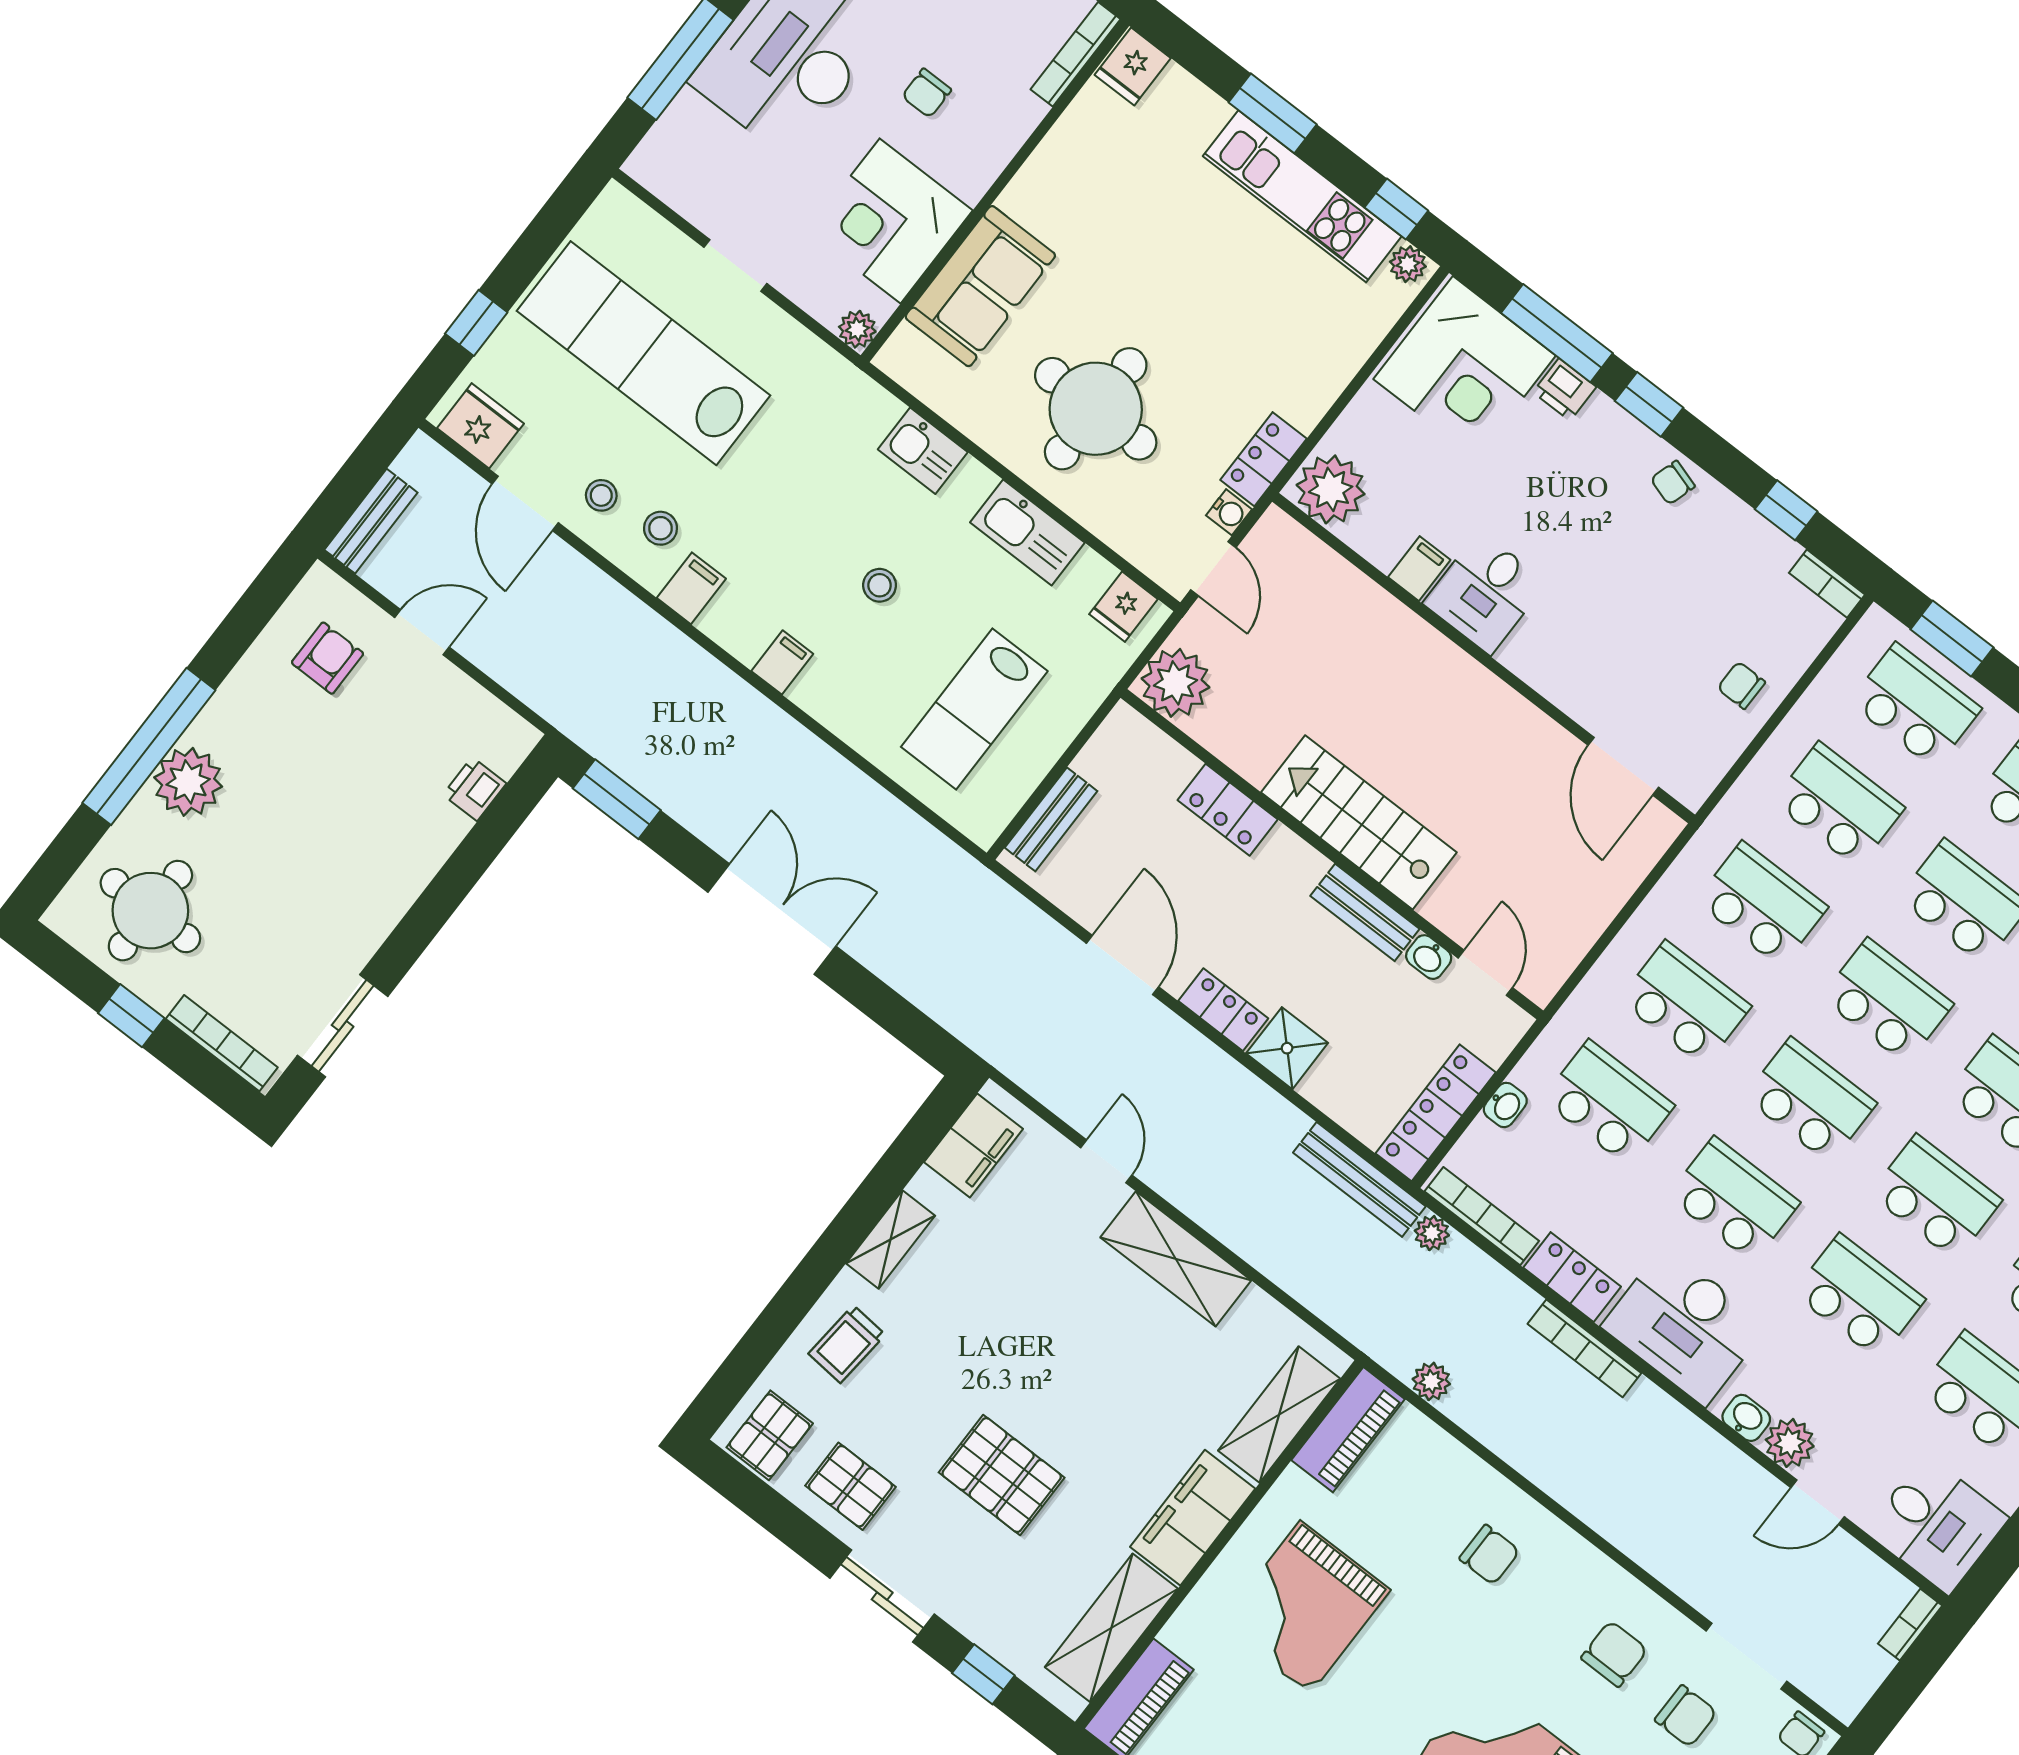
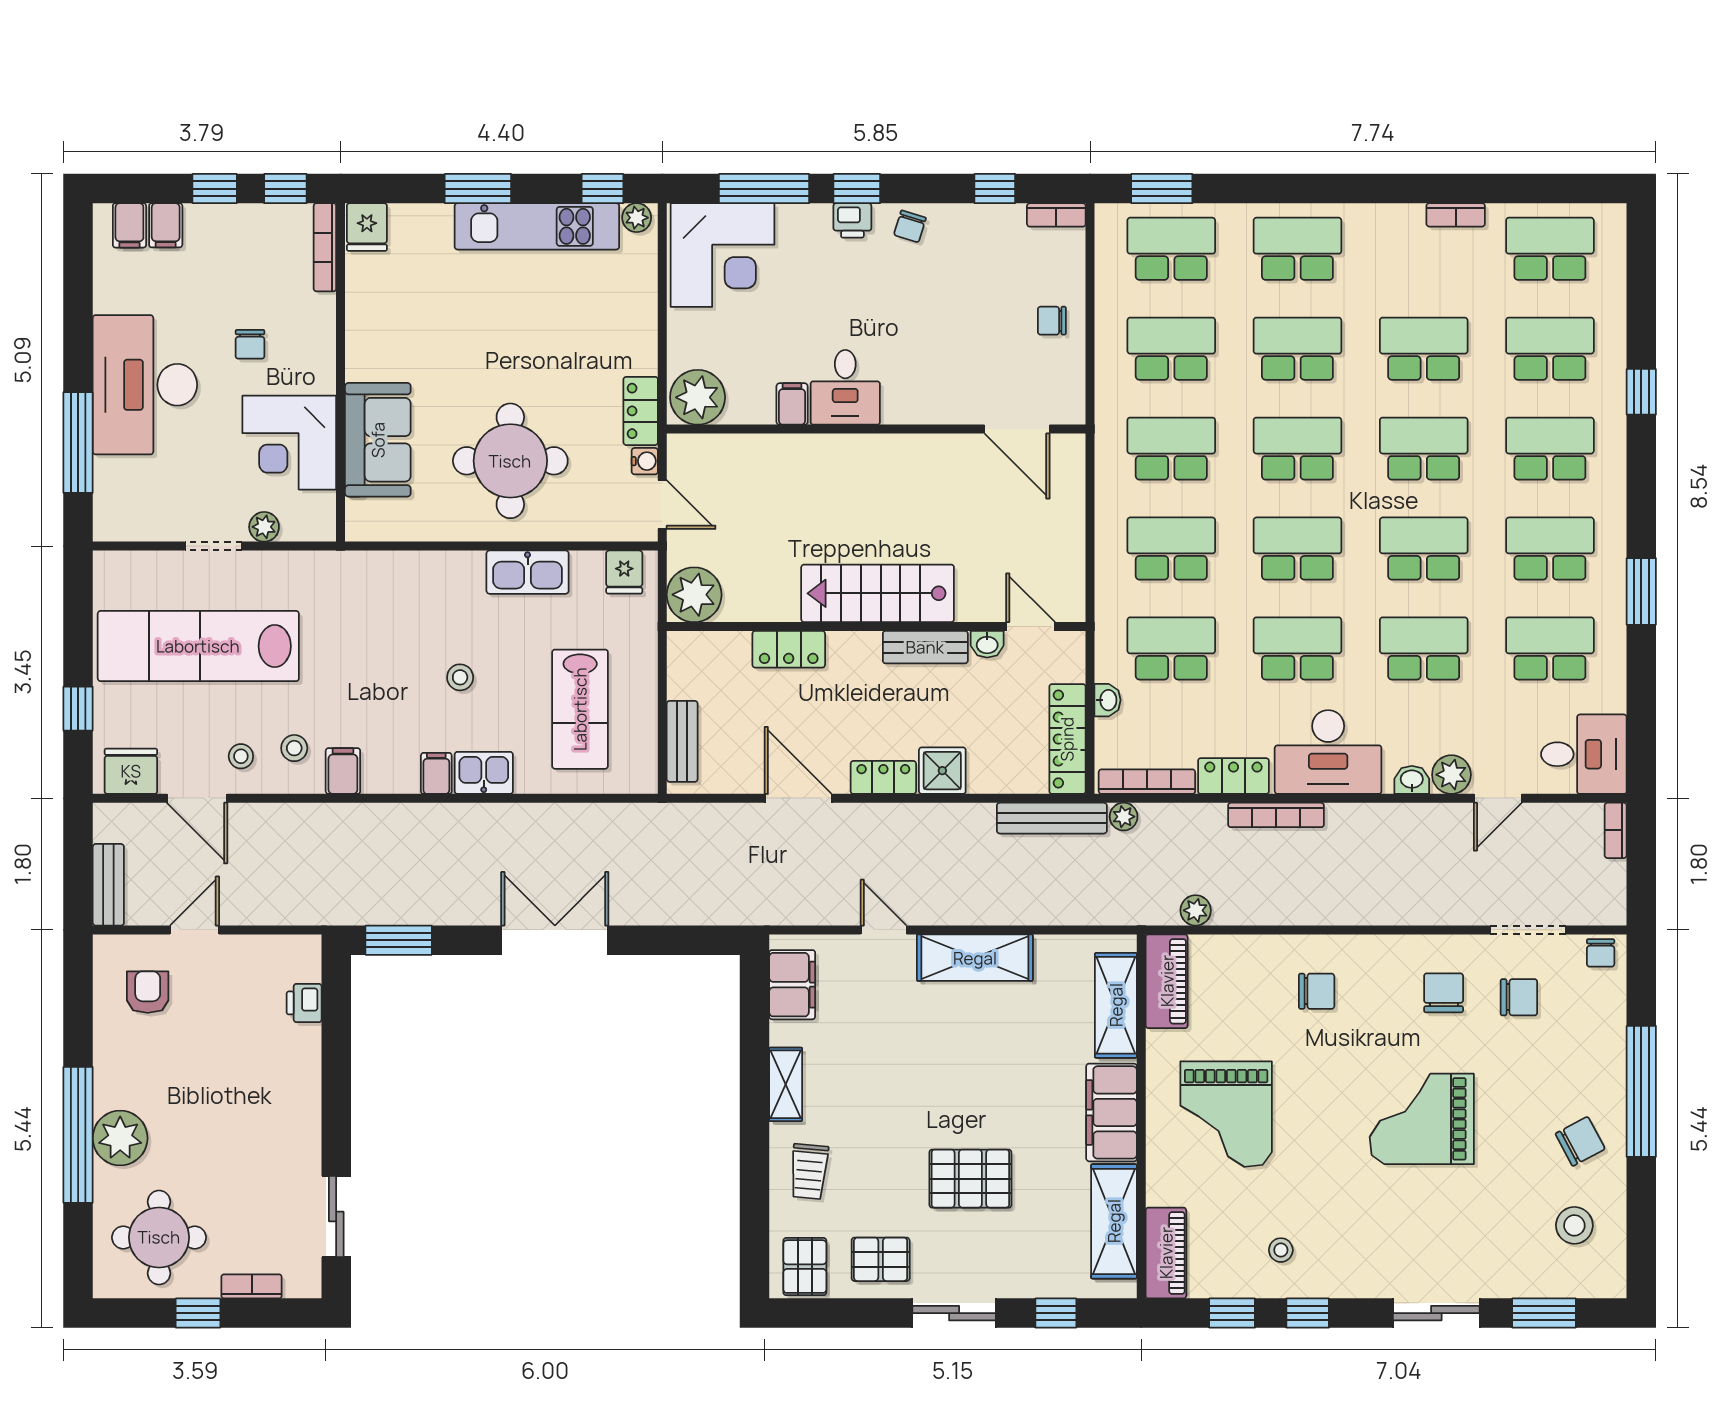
plant: (857, 329) -> (264, 527), moved
printer: (1564, 390) -> (852, 220), moved
kitchen sink: (923, 451) -> (484, 773), moved, turned 180
bookcase: (222, 1043) -> (252, 1286), width x0.64

